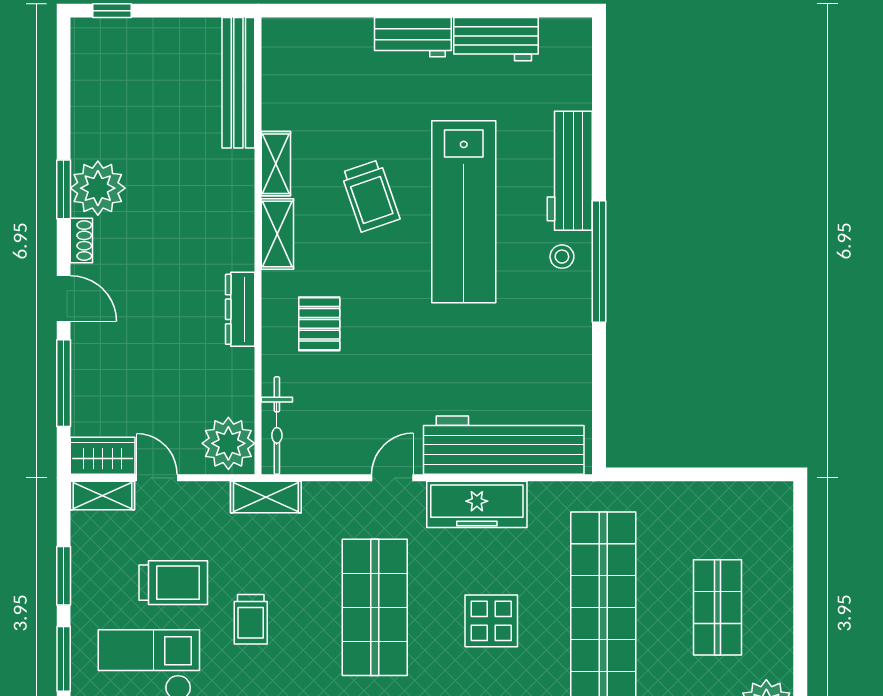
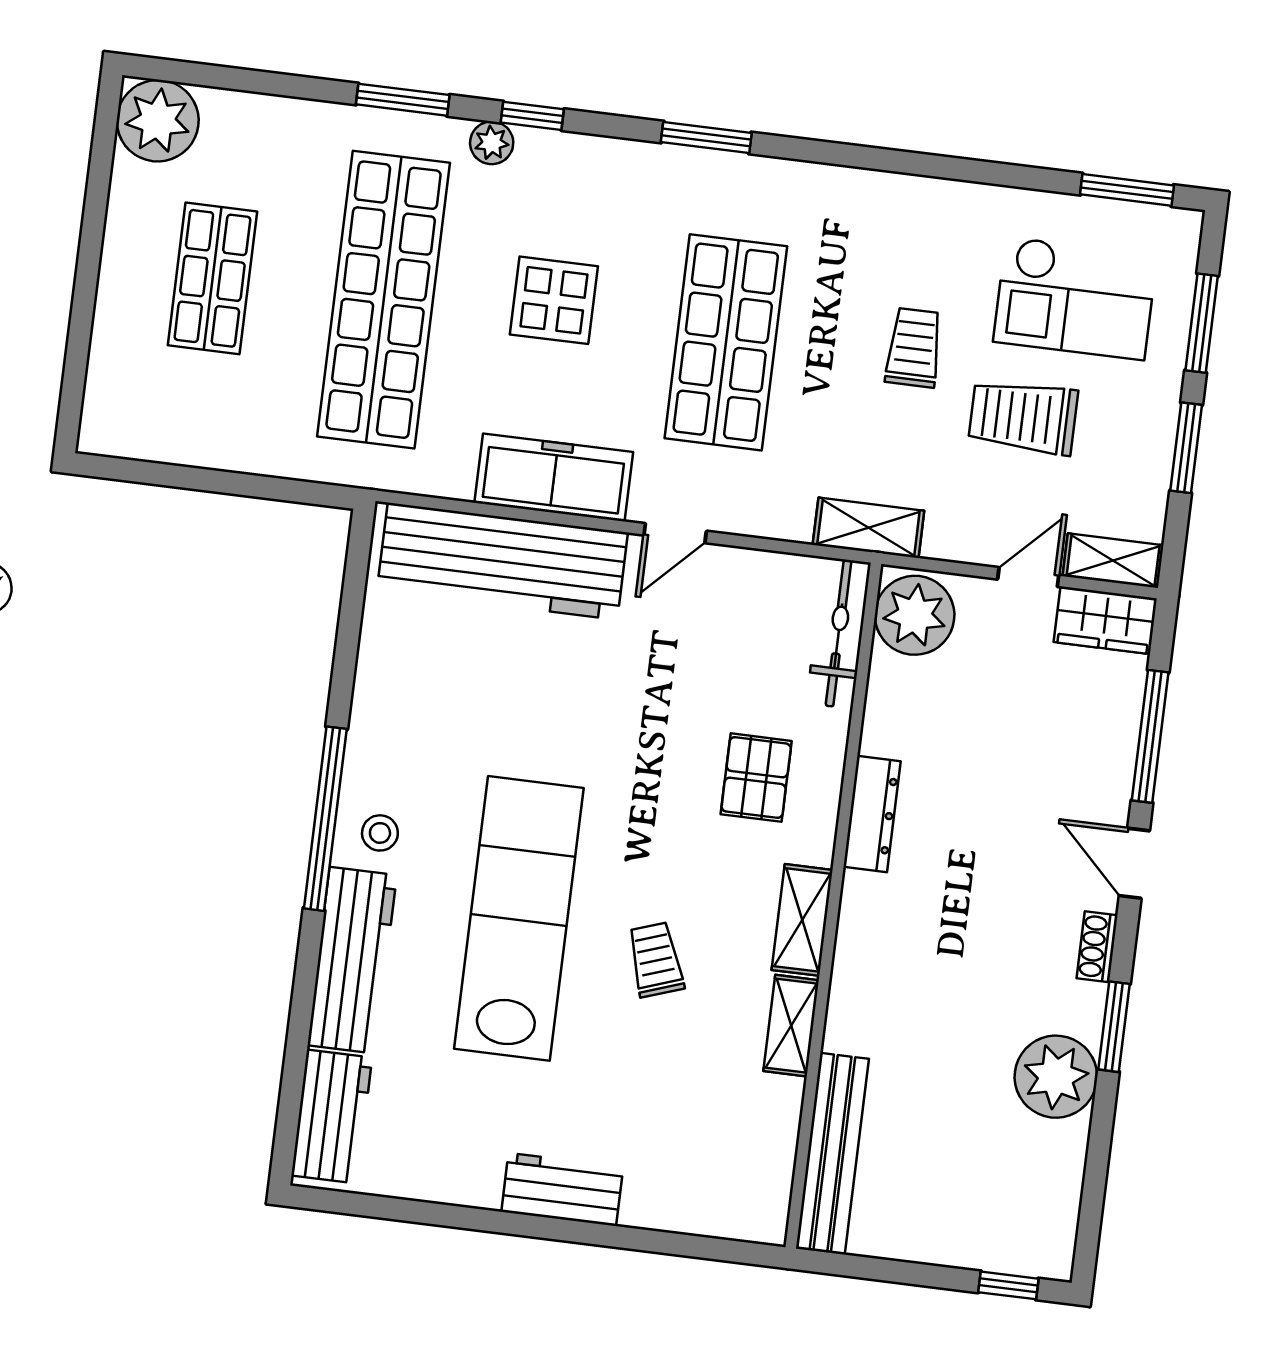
workbench: (496, 39) -> (332, 1117), moved, turned 90
plant: (98, 188) -> (1056, 1077), moved
trolley: (370, 196) -> (656, 960), width x0.73, depth x0.72
door: (157, 478) -> (1028, 577), swing flipped

